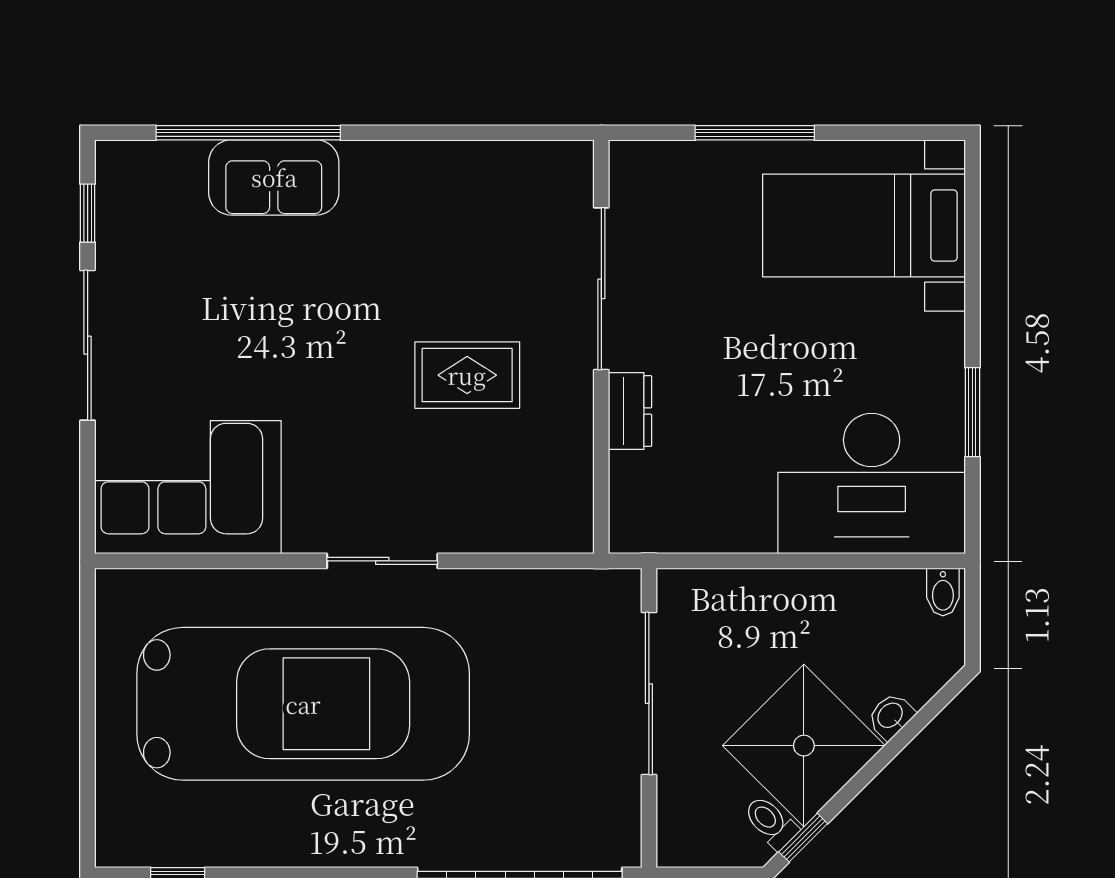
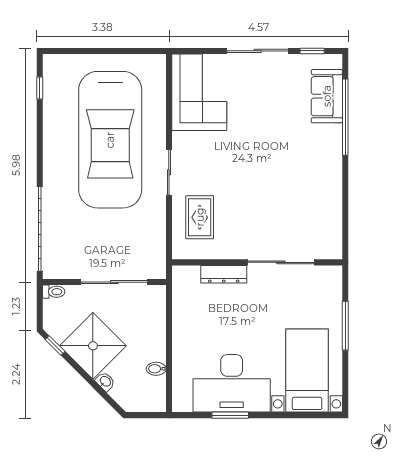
sofa: (274, 177) -> (327, 96), moved
rug: (467, 375) -> (200, 217), moved
dresser: (630, 411) -> (224, 274), width x1.44
desk: (872, 484) -> (232, 383), moved, turned -90
bidet: (943, 592) -> (156, 369), moved
toilet: (771, 822) -> (54, 292), moved, turned 45

